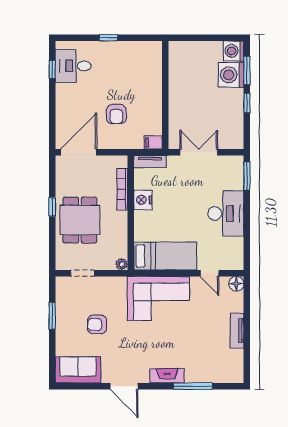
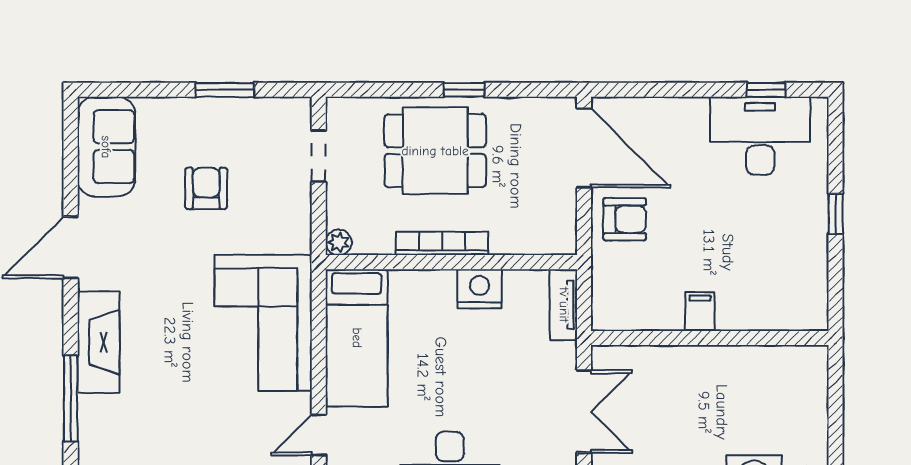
desk: (73, 66) -> (760, 136), width x1.37
armchair: (116, 114) -> (625, 219), moved, turned 180
filing cabinet: (153, 142) -> (700, 312), moved
bookcase: (122, 189) -> (442, 243), moved
fireplace: (167, 376) -> (99, 342), width x1.37, depth x1.32

